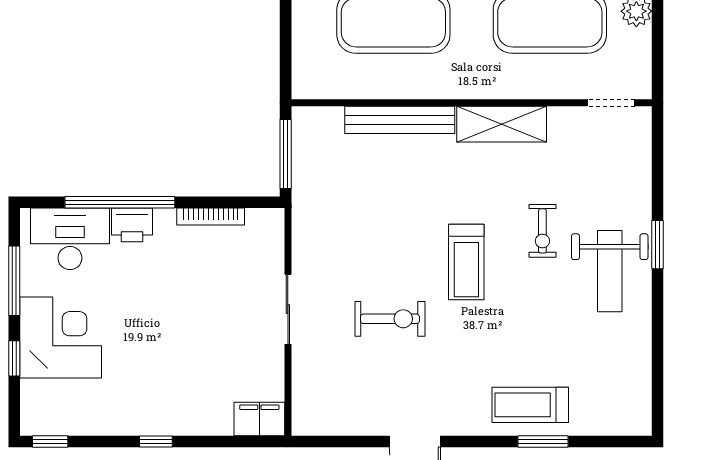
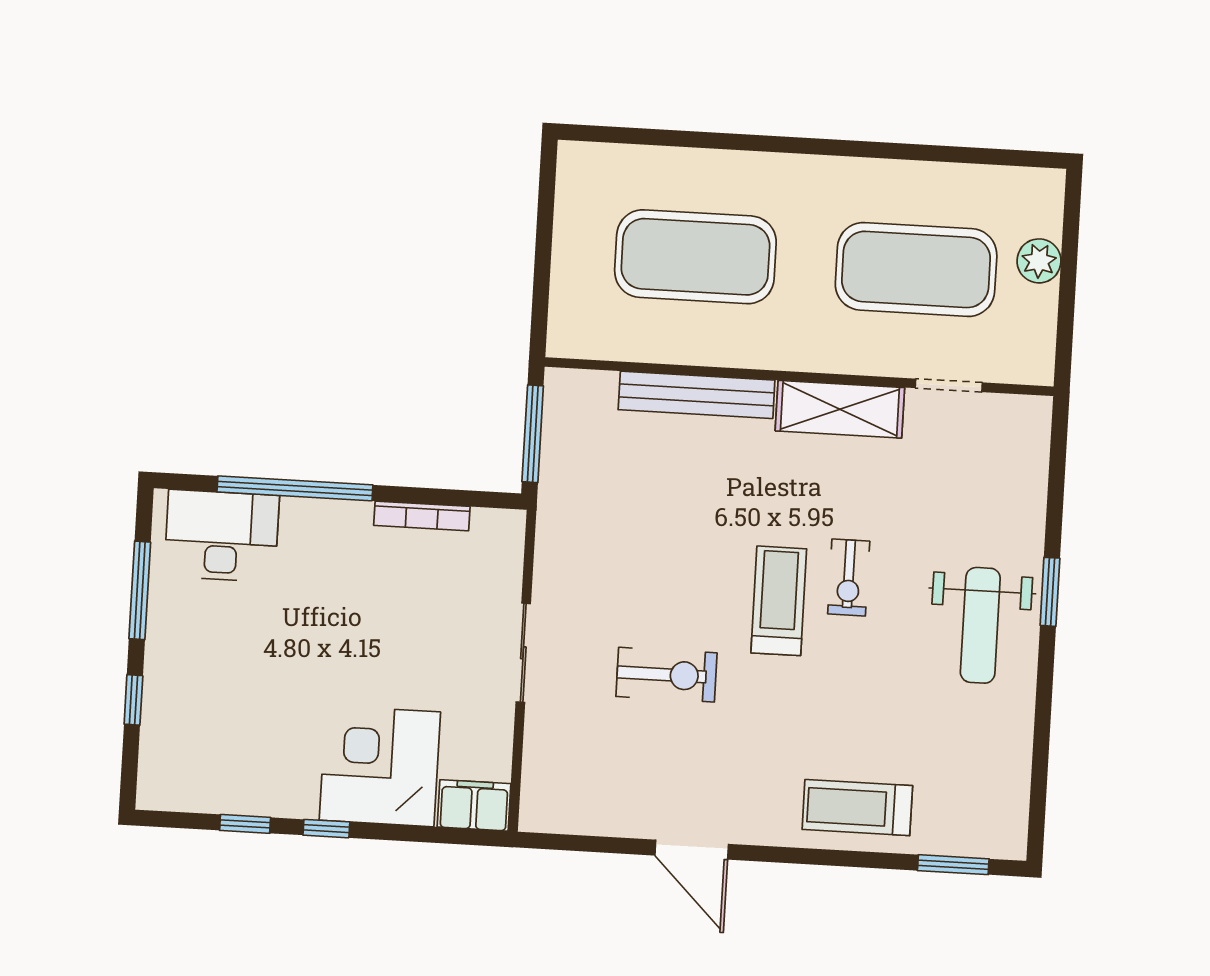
doorway: (611, 103) -> (949, 385), moved
printer: (132, 225) -> (310, 521), removed
exercise bike: (542, 231) -> (849, 577), moved
treadmill: (466, 262) -> (779, 601), turned 180
corner desk: (61, 338) -> (380, 766), moved, turned -90
window: (50, 441) -> (245, 824), moved
window: (543, 441) -> (953, 865), moved

